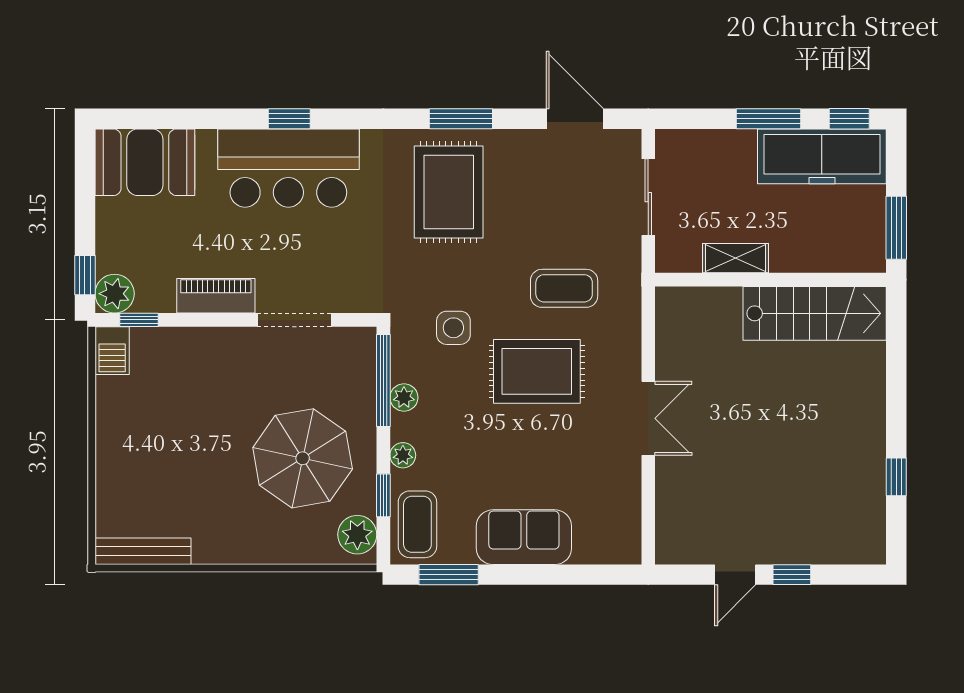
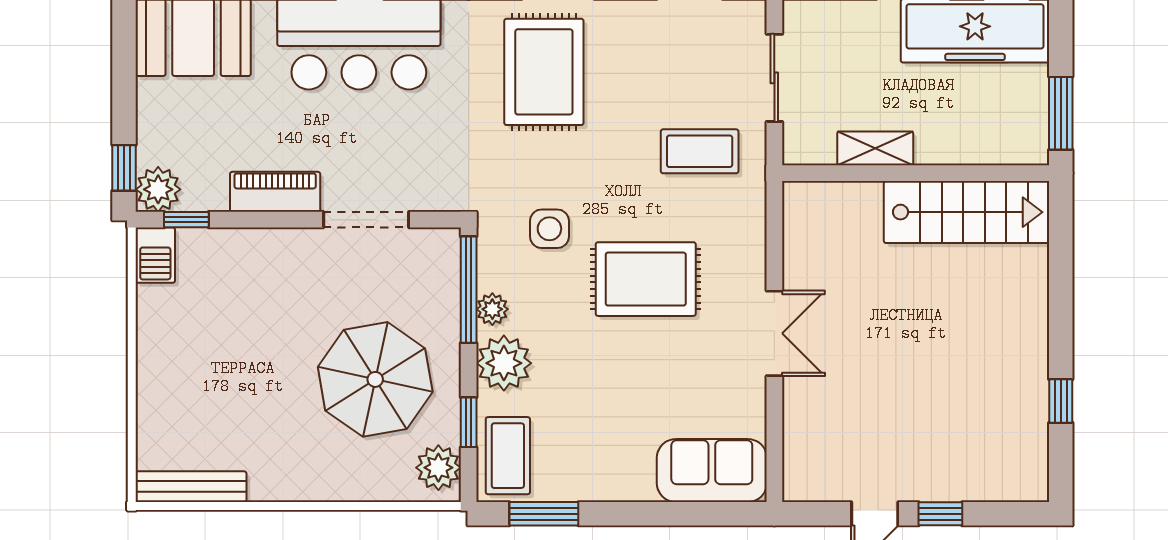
coffee table: (564, 288) -> (700, 151), moved
plant: (403, 455) -> (504, 363), width x1.88, depth x1.88
sofa: (524, 537) -> (712, 471), moved

